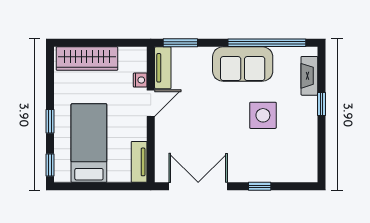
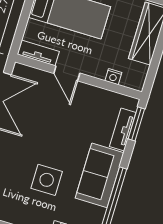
tv unit: (163, 68) -> (123, 129), moved, turned 90
door: (151, 103) -> (67, 73), moved

